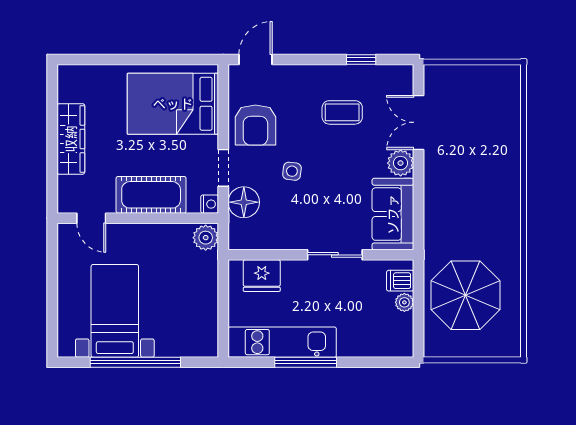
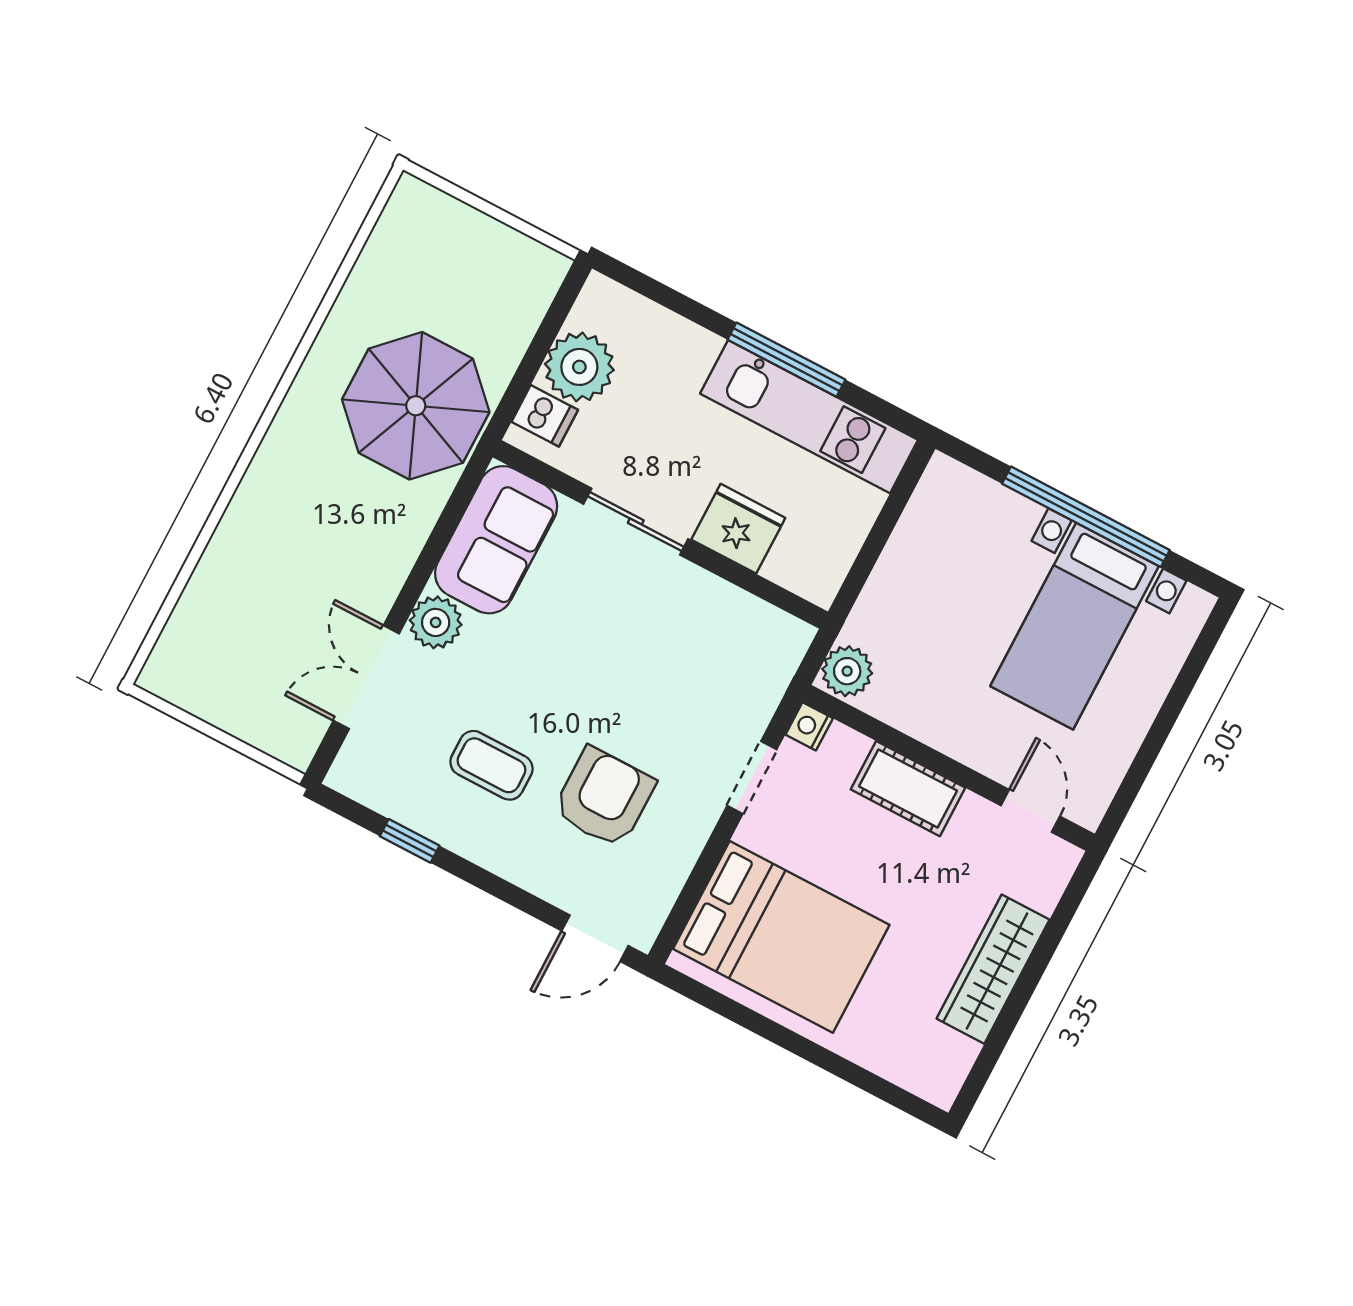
double door: (419, 122) -> (366, 677), swing flipped
armchair: (255, 125) -> (604, 797), moved
side table: (292, 171) -> (634, 708), removed
cot: (151, 195) -> (908, 789), width x0.73, depth x0.75
floor lamp: (244, 202) -> (748, 698), removed
fridge: (262, 276) -> (738, 529), moved
parasol: (465, 295) -> (416, 406), moved
plant: (404, 302) -> (579, 367), width x1.88, depth x1.88

